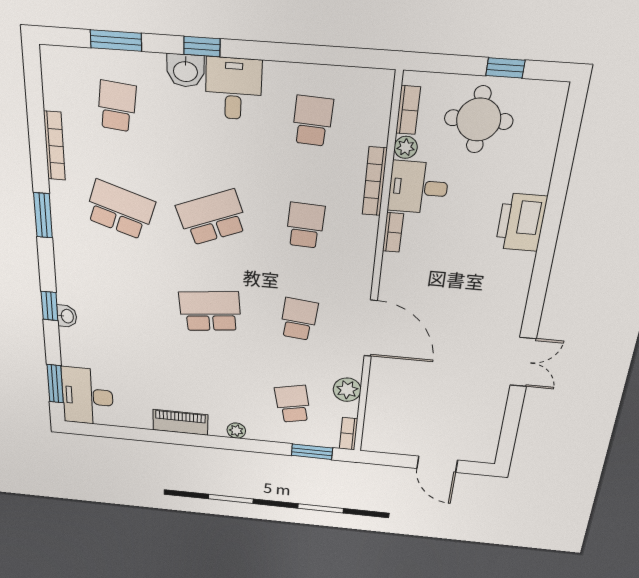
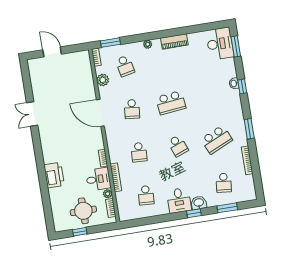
school desk: (120, 210) -> (217, 140), turned -42
school desk: (212, 218) -> (178, 146), width x0.54

